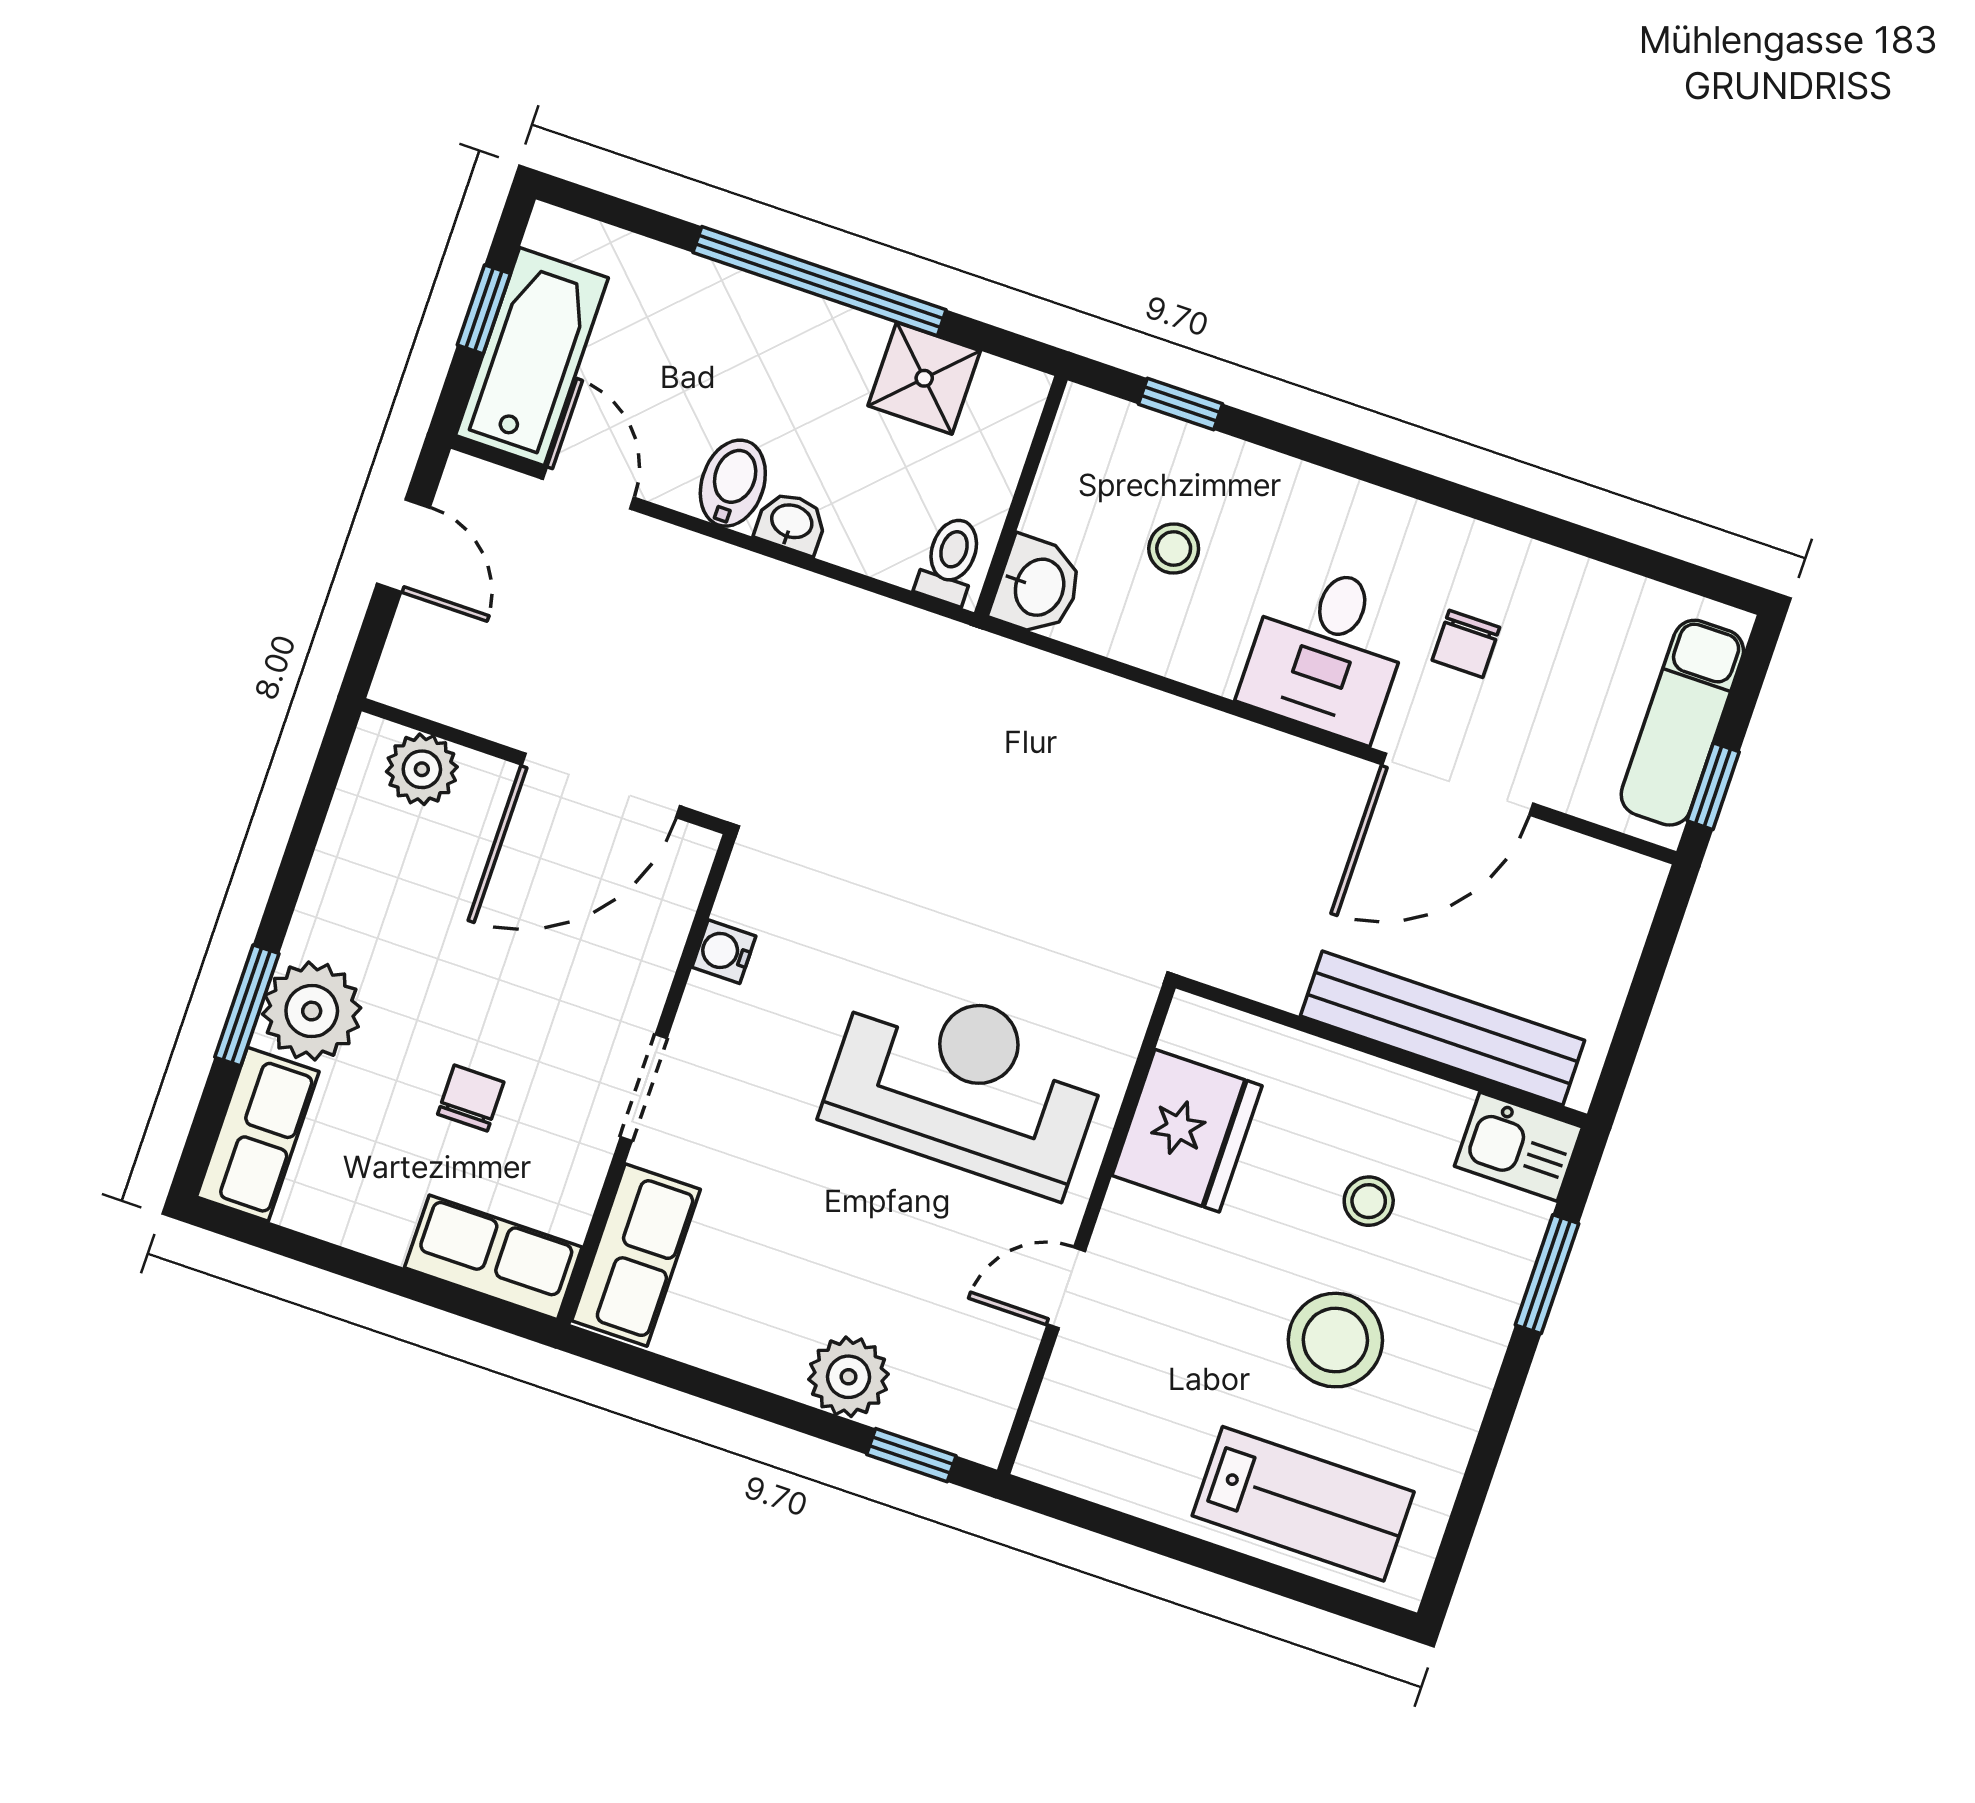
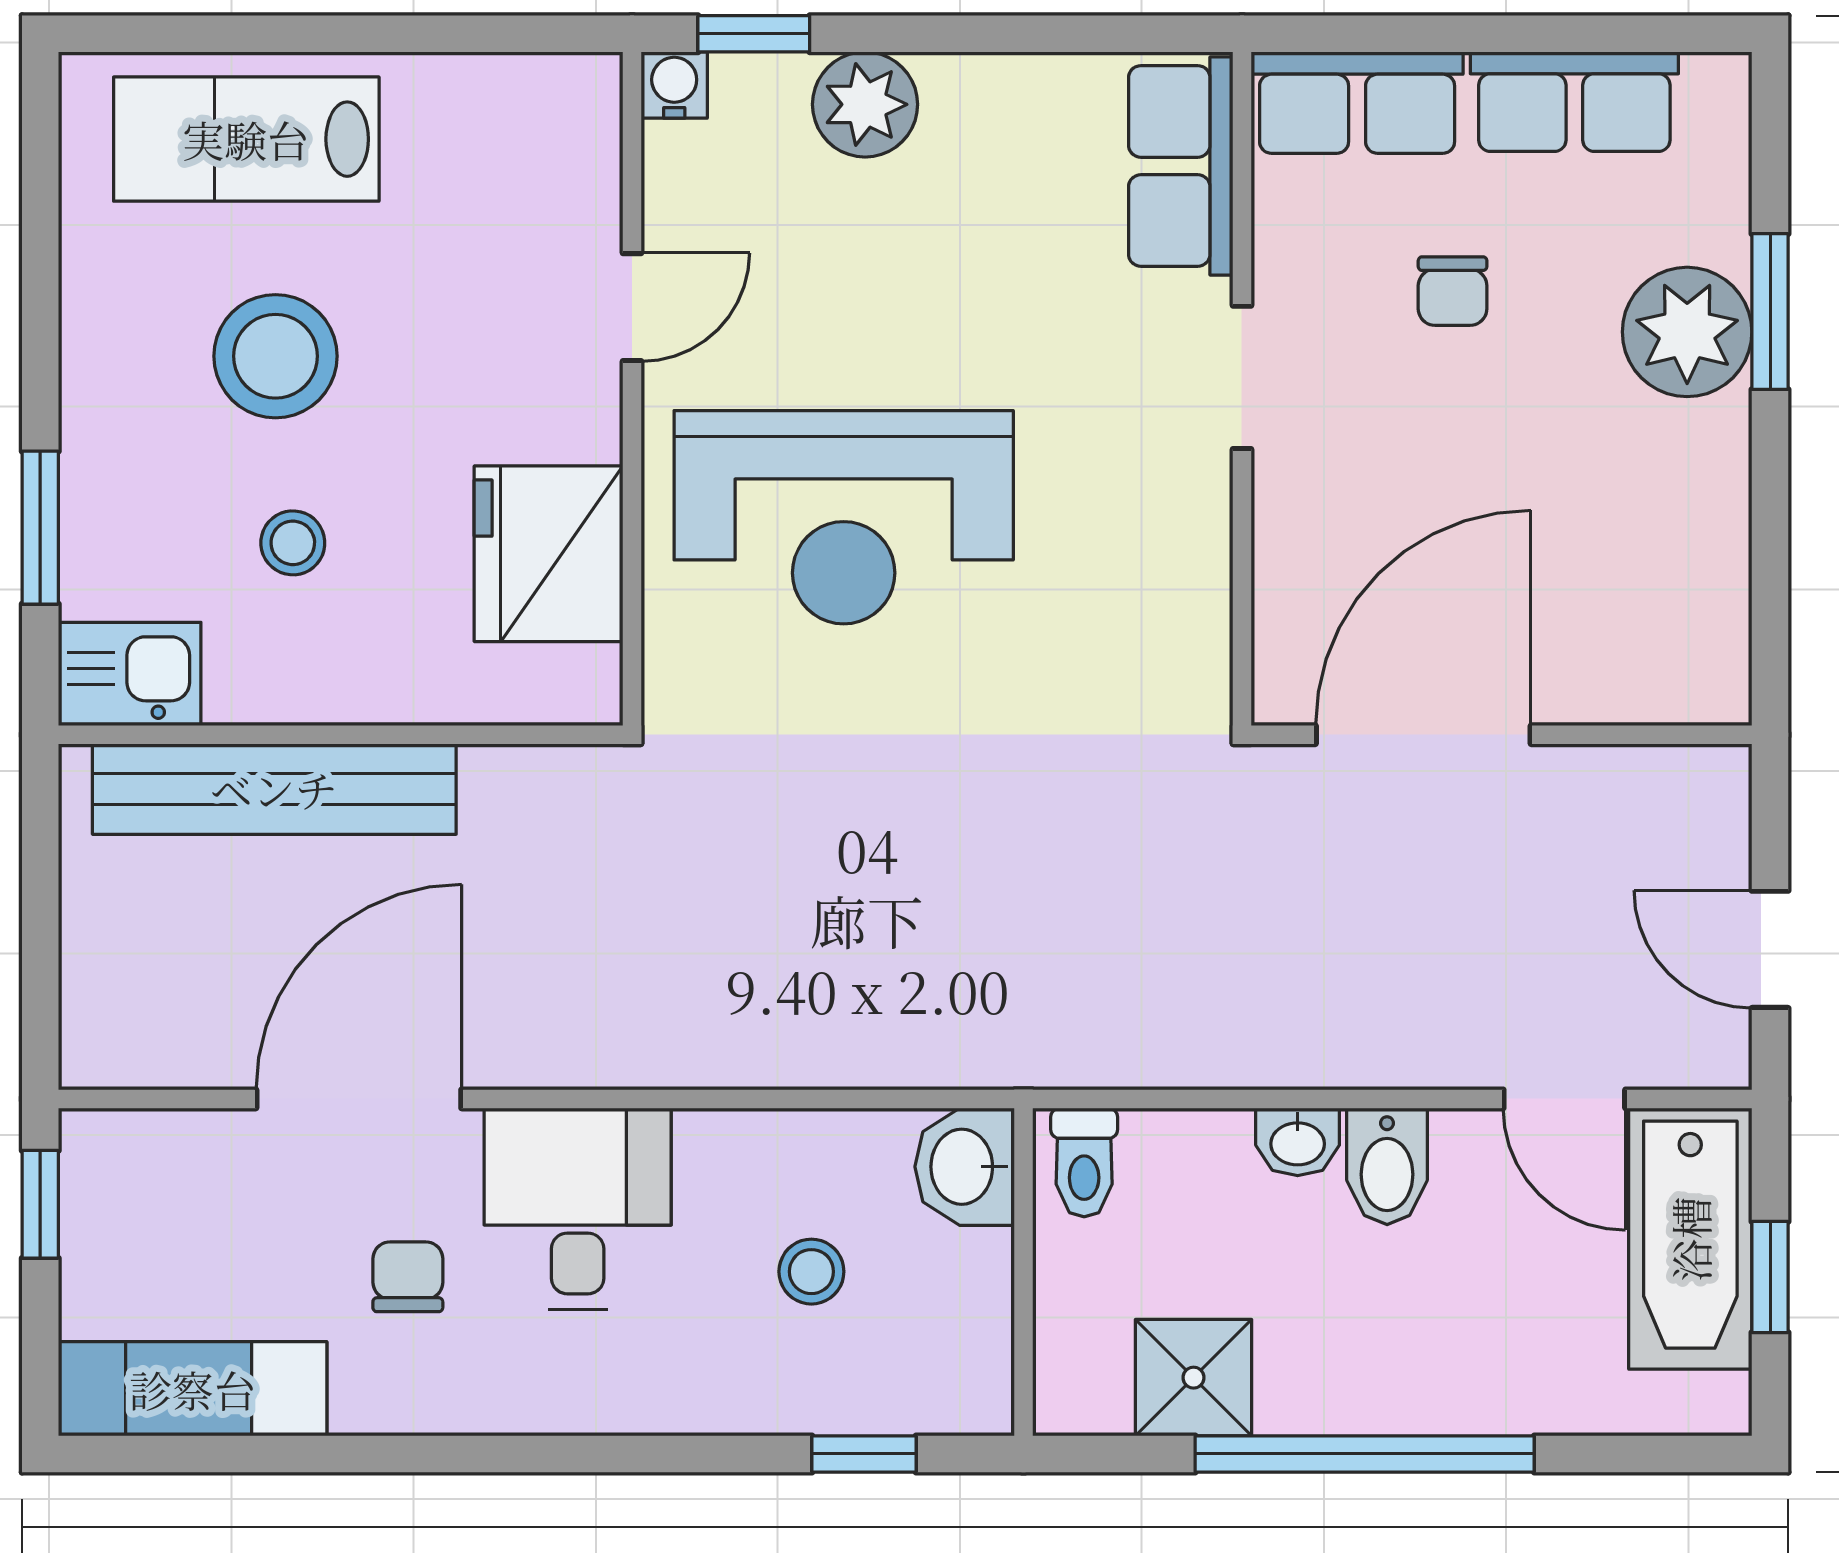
exam couch: (1682, 723) -> (193, 1389), moved, turned -90
plant: (422, 769) -> (1652, 679), removed
water cooler: (724, 952) -> (674, 85), moved, turned -90
row of seats: (258, 1134) -> (1574, 102), moved, turned -90

